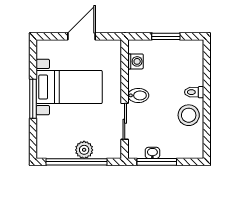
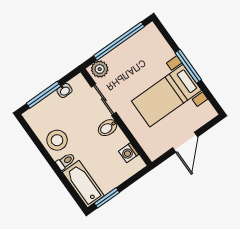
window: (166, 36) -> (107, 198), moved
bathtub: (193, 62) -> (83, 184), added
plant: (84, 150) -> (100, 69), moved
window: (157, 162) -> (44, 95), moved

